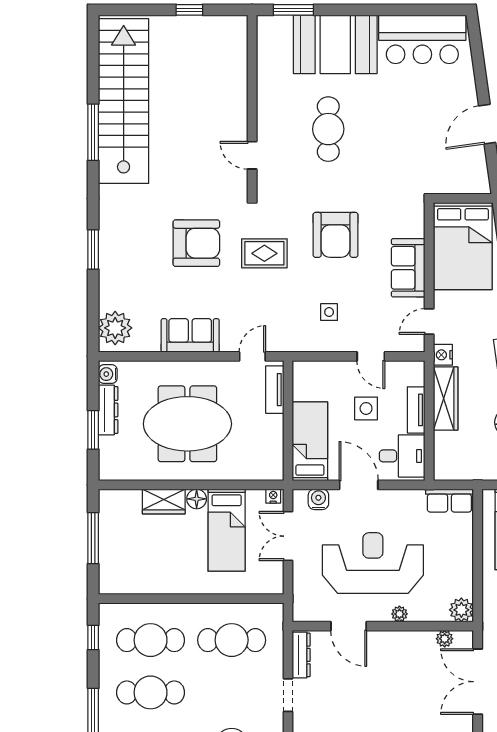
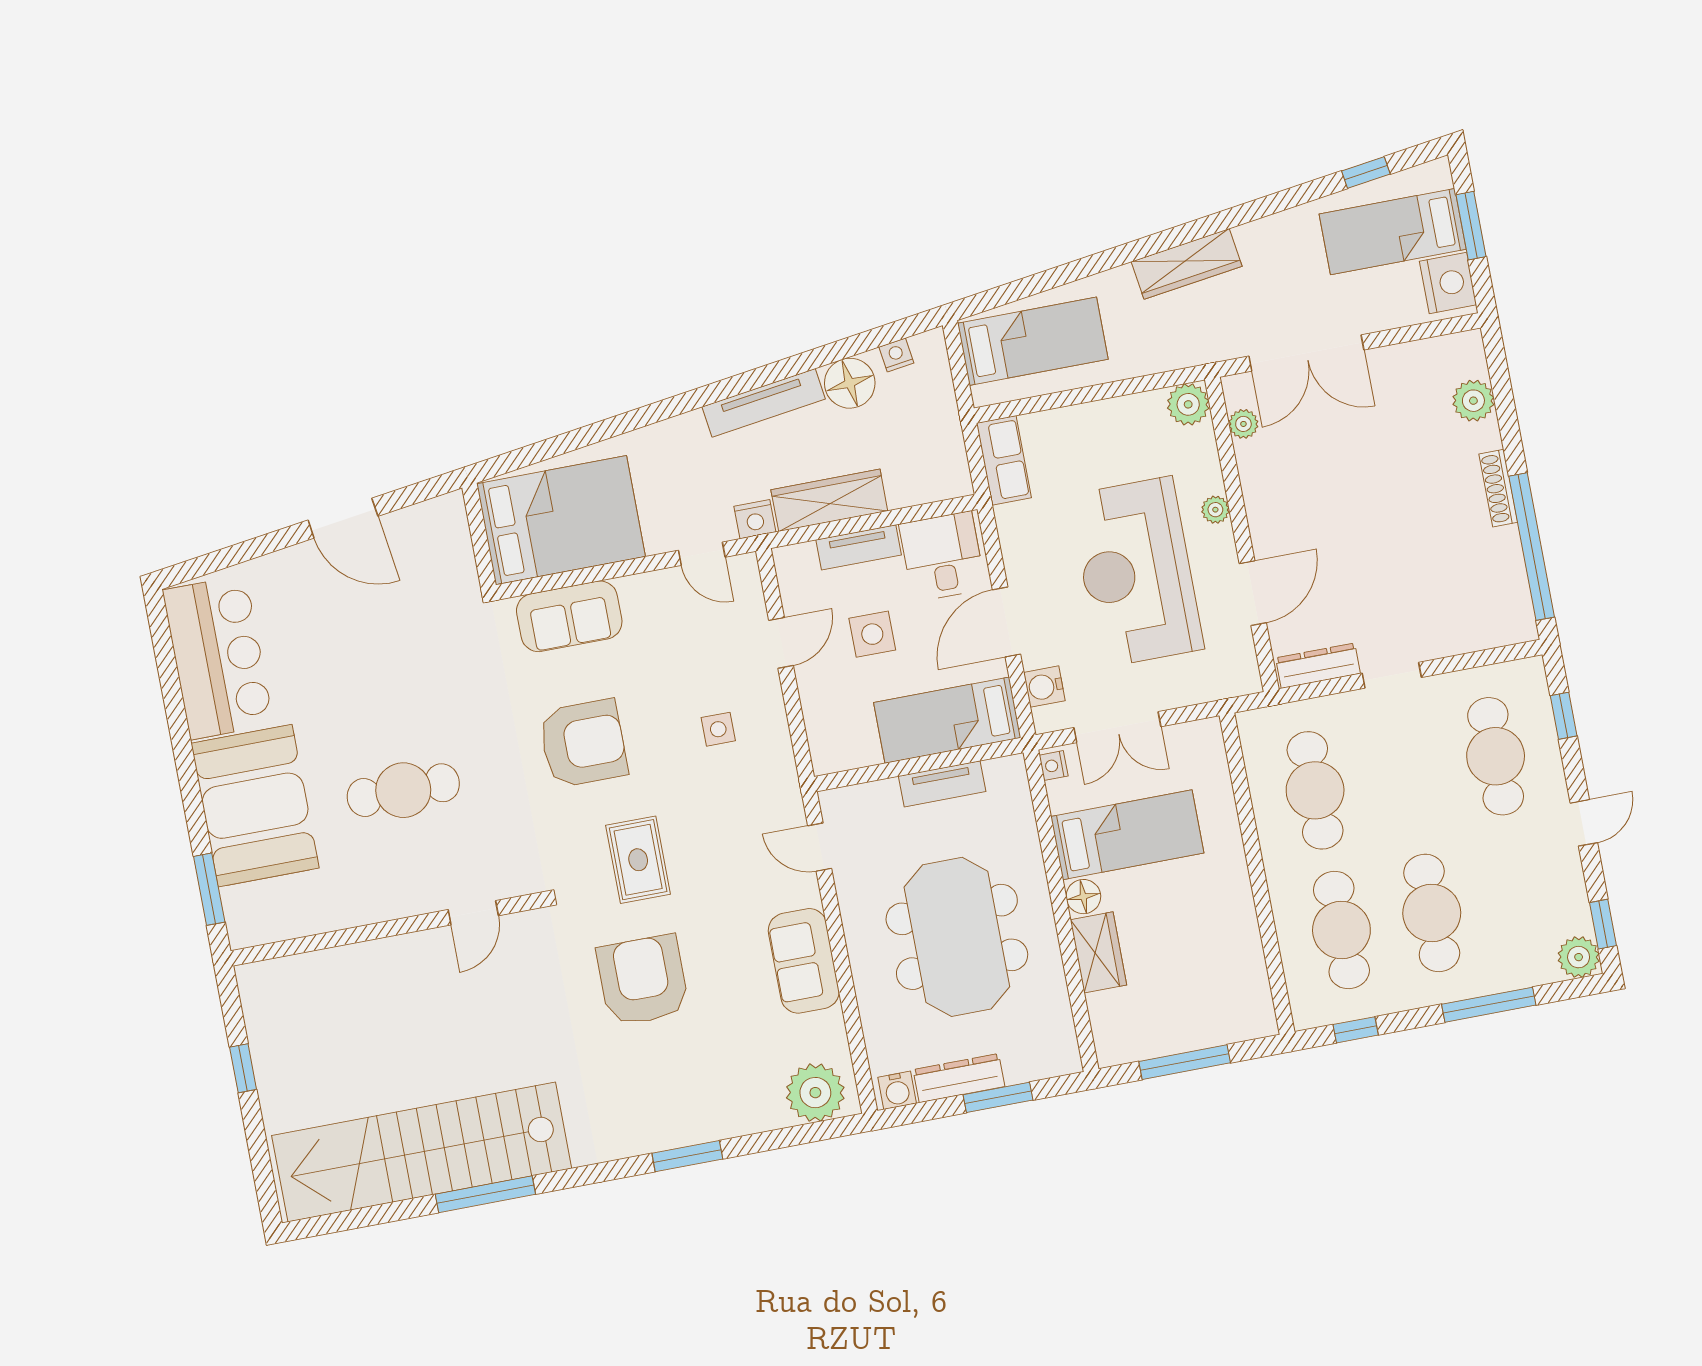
sofa: (408, 268) -> (569, 616), moved
tv unit: (275, 390) -> (942, 784), moved

